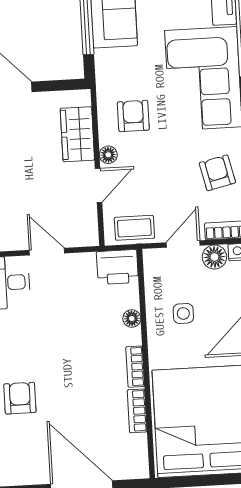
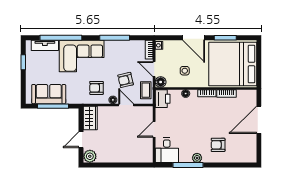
wardrobe: (77, 134) -> (90, 118), moved, turned -90
armchair: (217, 173) -> (126, 80), moved
floor lamp: (214, 257) -> (161, 82), moved

